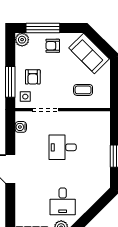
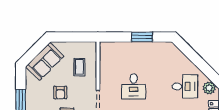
armchair: (53, 46) -> (60, 92), moved

